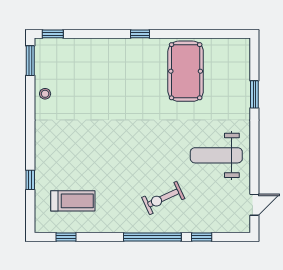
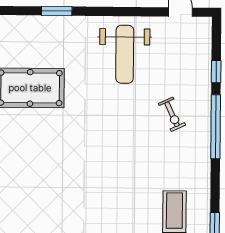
exercise bike: (163, 198) -> (172, 114), width x0.73, depth x0.72

